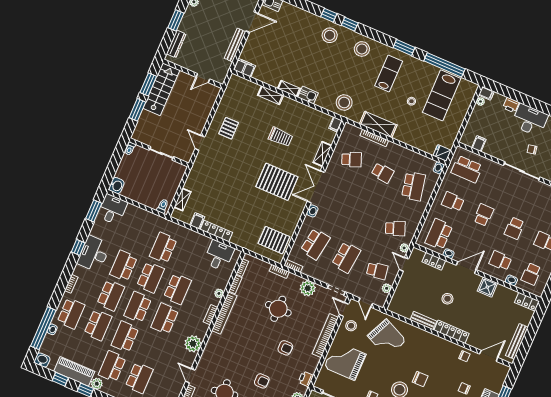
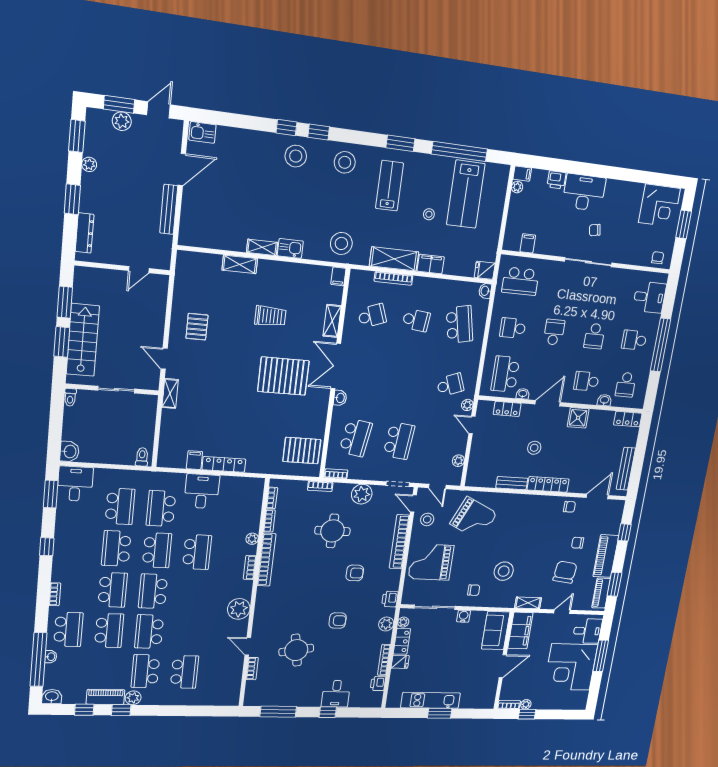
filing cabinet: (244, 68) -> (431, 264), moved
stairs: (161, 89) -> (83, 340), moved
shelving: (182, 199) -> (170, 393), moved
desk: (94, 254) -> (71, 547), removed
desk: (219, 255) -> (202, 491), moved
school desk: (377, 271) -> (441, 444), removed
school desk: (165, 319) -> (120, 506), moved, turned 180
piano: (74, 371) -> (105, 697), width x0.73, depth x0.75
chair: (420, 379) -> (525, 551), removed

